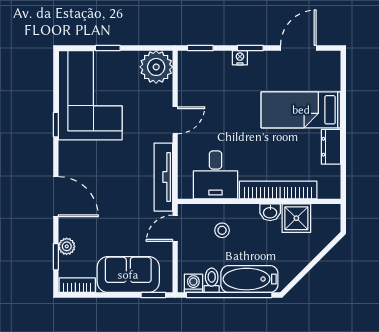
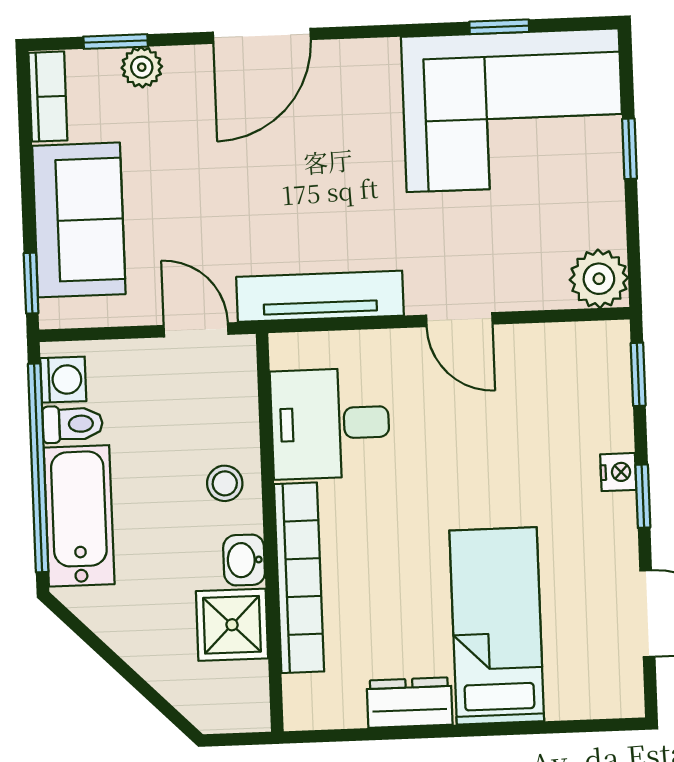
plant: (156, 67) -> (599, 279), width x0.73, depth x0.73
window: (56, 125) -> (499, 27), moved
stool: (222, 230) -> (225, 483), moved

